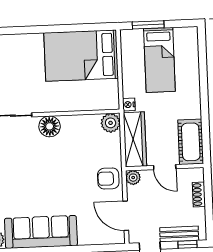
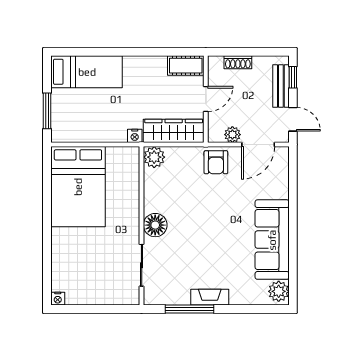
bed: (159, 60) -> (87, 72), moved
cot: (191, 142) -> (186, 66), width x0.73, depth x0.75
plant: (133, 178) -> (232, 135), moved

